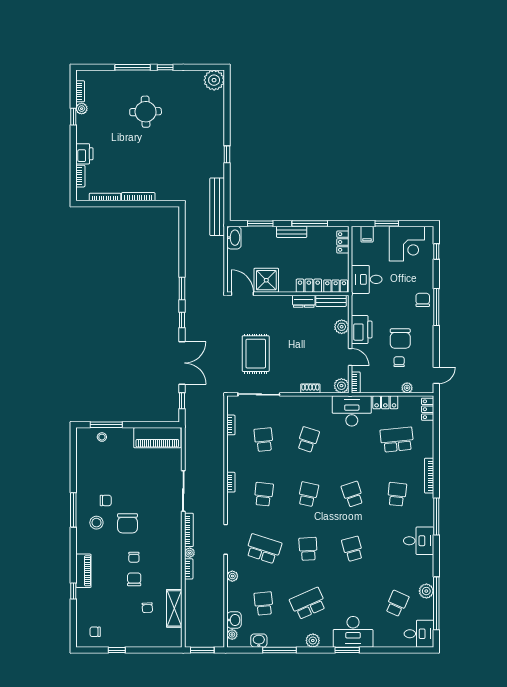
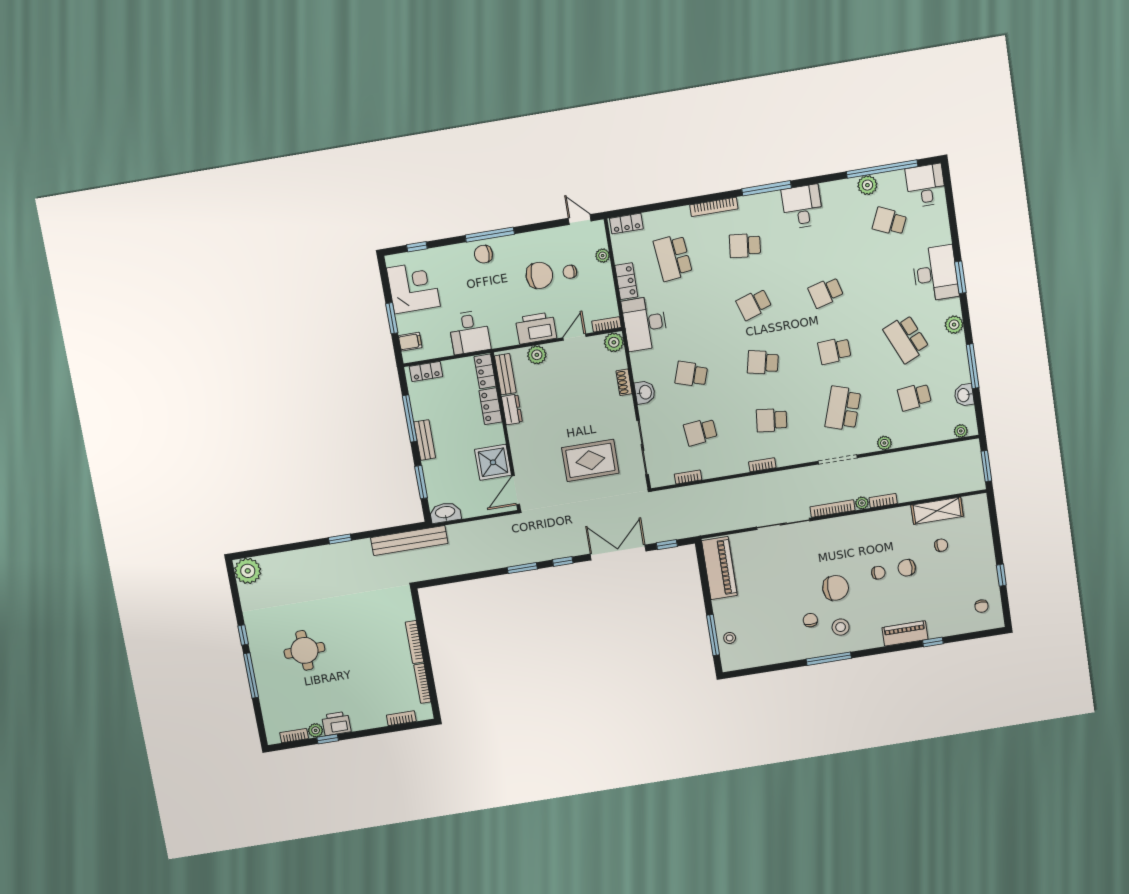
printer: (84, 154) -> (336, 723), moved
washbasin: (234, 620) -> (645, 392), moved, turned 90

